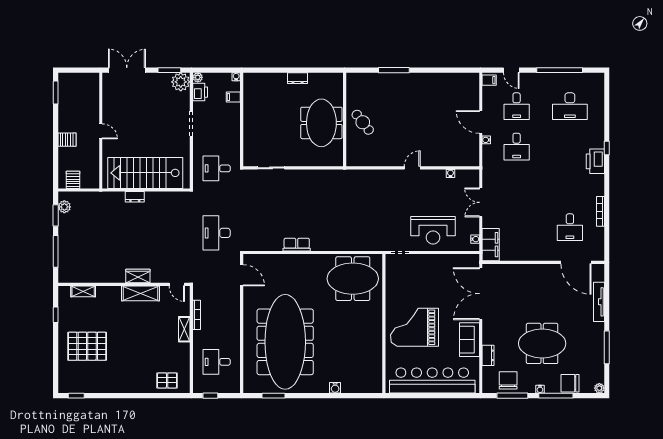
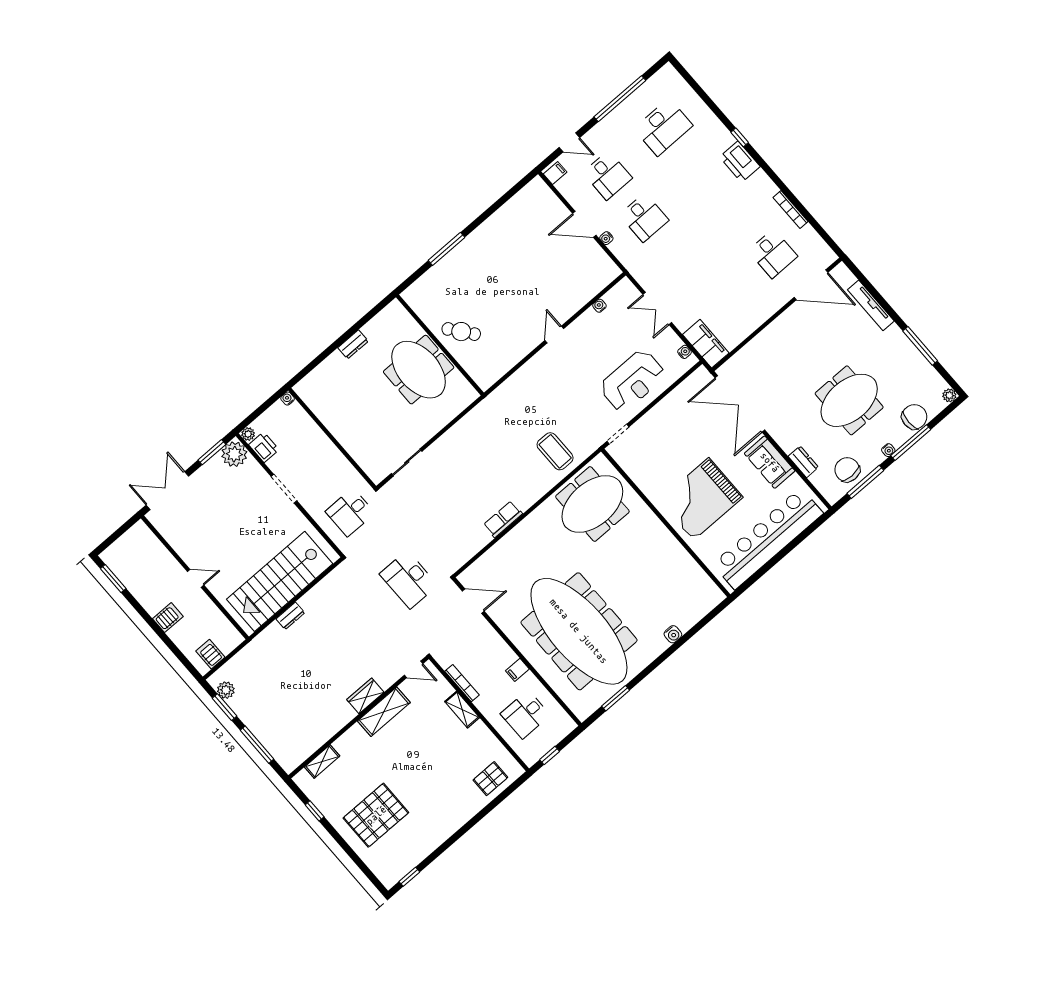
filing cabinet: (233, 97) -> (517, 670), moved
coffee table: (357, 232) -> (555, 451), added
chair: (570, 383) -> (914, 417), turned 180

